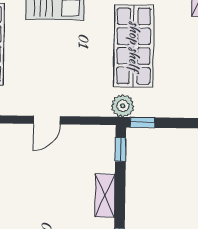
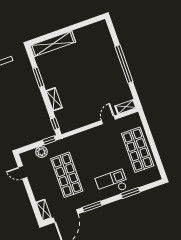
plant: (123, 106) -> (41, 152), moved
door: (47, 120) -> (108, 120), moved

